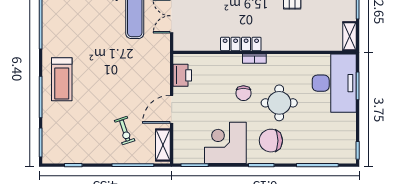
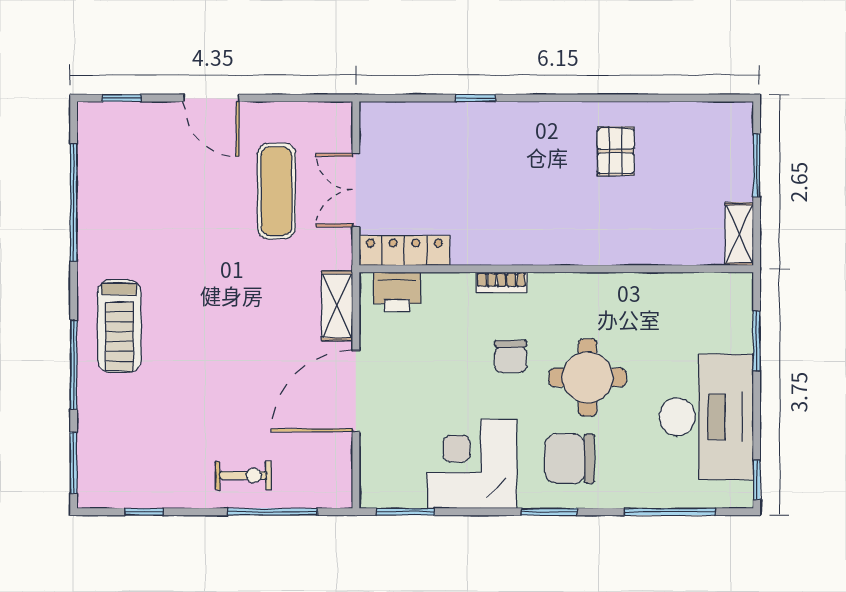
locker: (241, 44) -> (404, 251), moved
bookcase: (254, 59) -> (501, 282), moved
printer: (182, 75) -> (397, 292), moved, turned 90
desk: (334, 83) -> (706, 417), moved
door: (172, 109) -> (356, 391), width x1.36
exercise bike: (125, 131) -> (243, 475), moved, turned -72
shelving: (163, 145) -> (337, 306), moved

